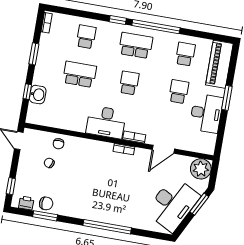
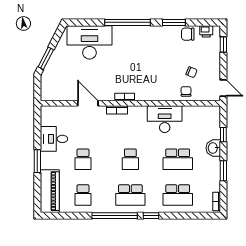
school desk: (86, 37) -> (178, 195), width x1.85
washbasin: (38, 95) -> (213, 148), moved
desk: (206, 113) -> (54, 139), width x0.73
desk: (106, 122) -> (165, 119), moved
door: (163, 149) -> (88, 103), hinge flipped
plant: (201, 169) -> (50, 91), removed
desk: (173, 204) -> (89, 42), moved, turned 63
window: (45, 216) -> (174, 22), moved

